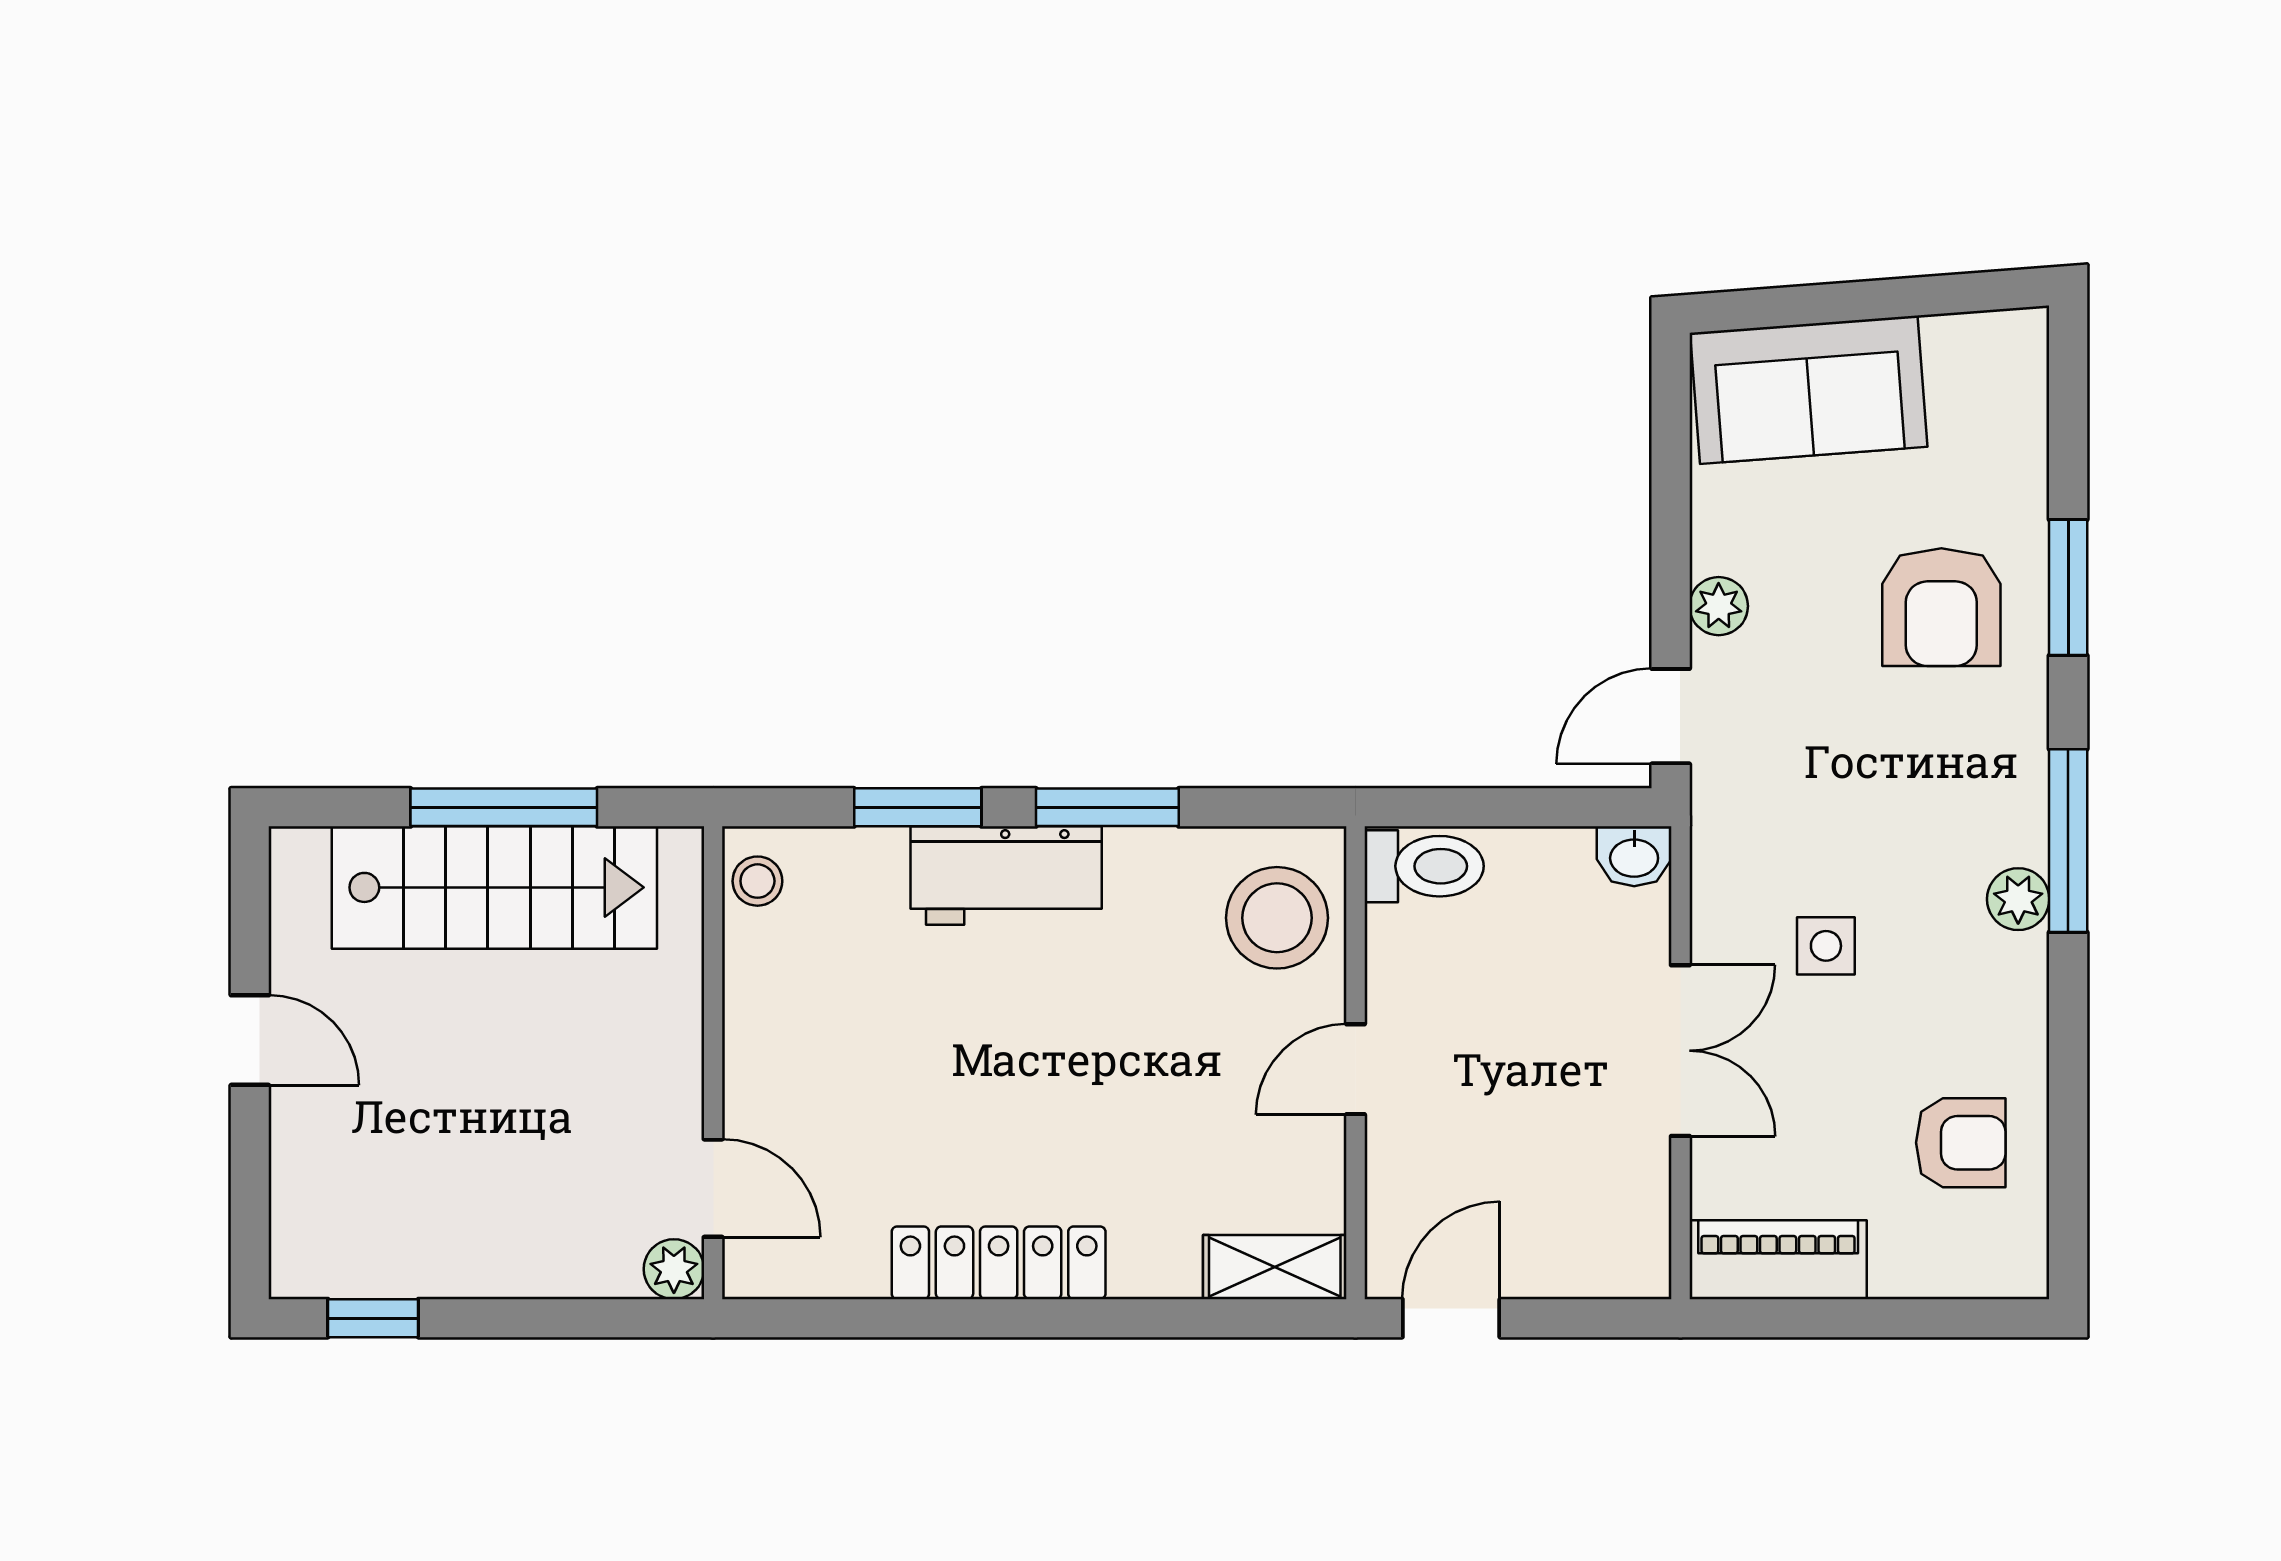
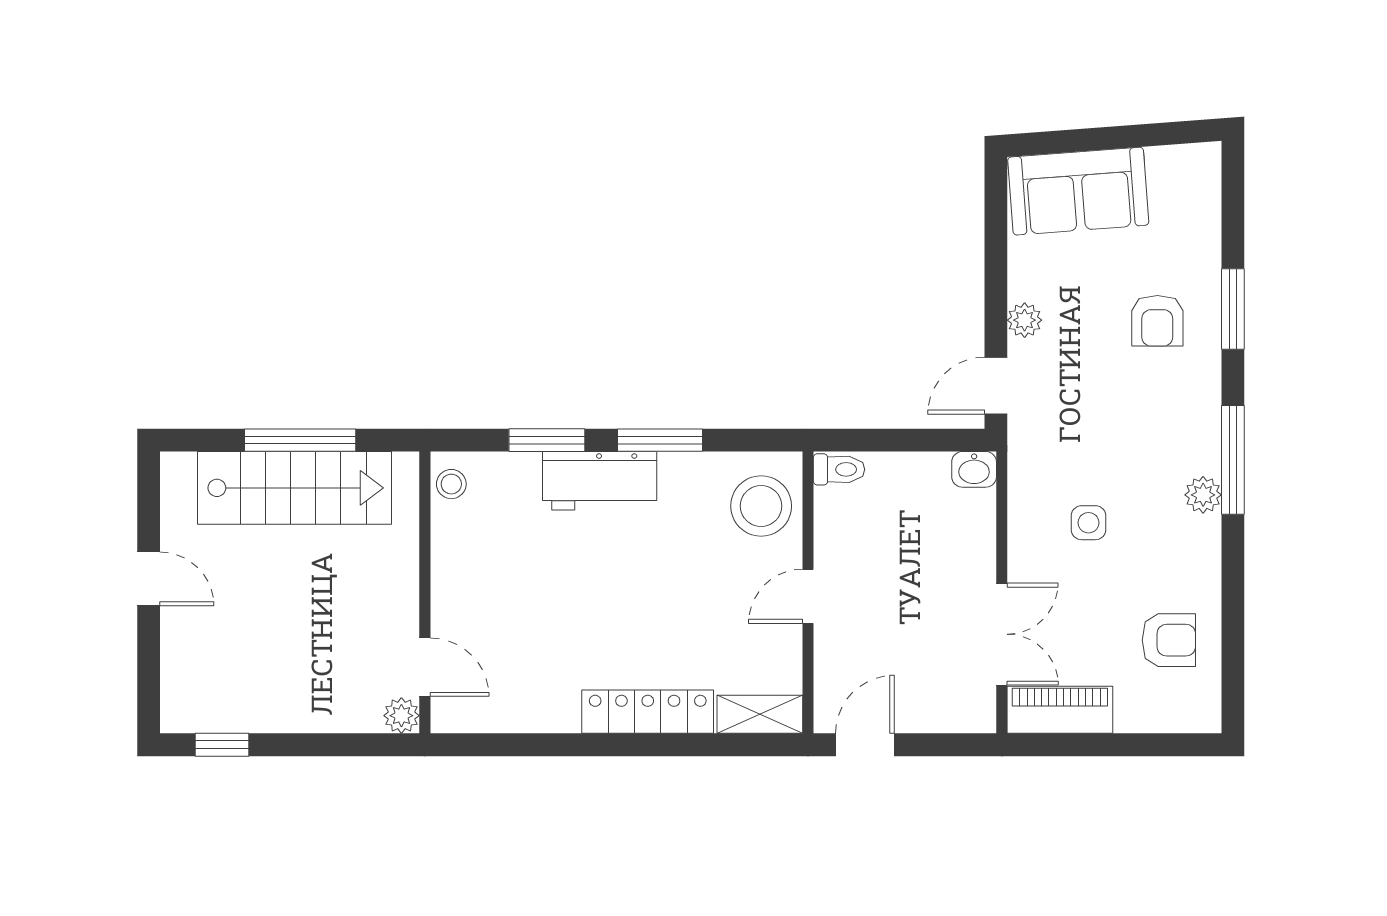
armchair: (1941, 607) -> (1157, 321), width x0.72, depth x0.72
toilet: (1424, 866) -> (839, 469), width x0.73, depth x0.72
double door: (1680, 1051) -> (1002, 634), moved
locker: (999, 1263) -> (648, 712), moved

